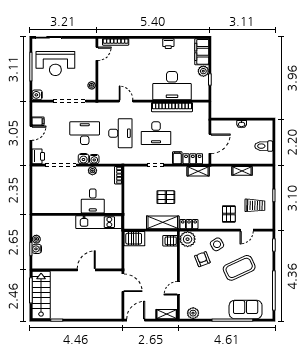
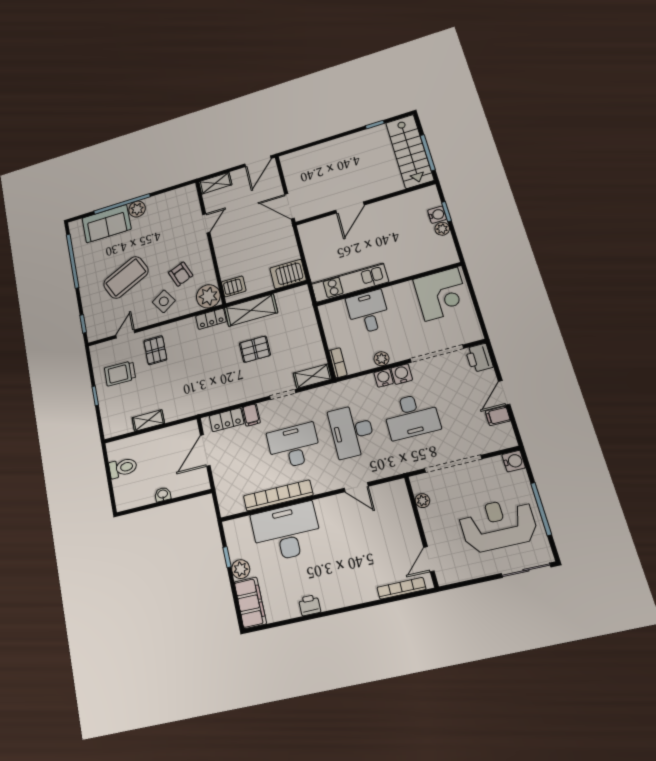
shelving: (198, 171) -> (312, 376), moved
corner desk: (48, 199) -> (441, 294), added
plant: (193, 313) -> (137, 209), moved

